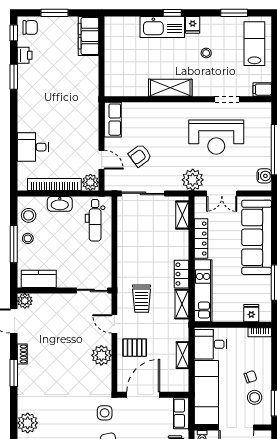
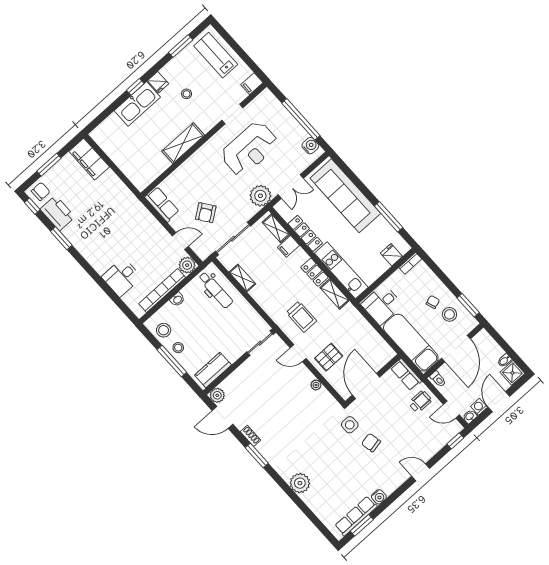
printer: (25, 55) -> (58, 213), width x1.87, depth x1.48
washbasin: (60, 204) -> (177, 299), width x0.52, depth x0.69
filing cabinet: (179, 237) -> (289, 246), added
plant: (101, 355) -> (316, 385), width x0.53, depth x0.53
shelving: (183, 355) -> (242, 278), moved

